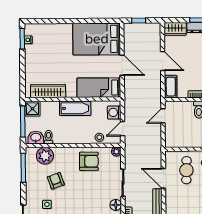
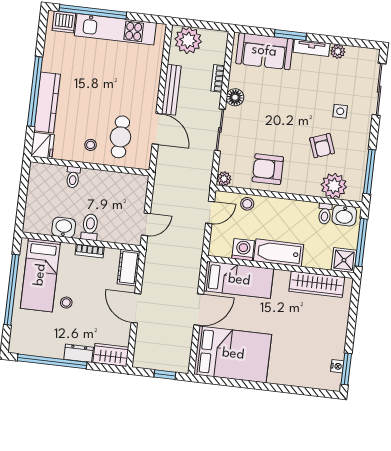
door: (122, 65) -> (199, 310), swing flipped
washing machine: (114, 112) -> (243, 250), moved, turned -90

